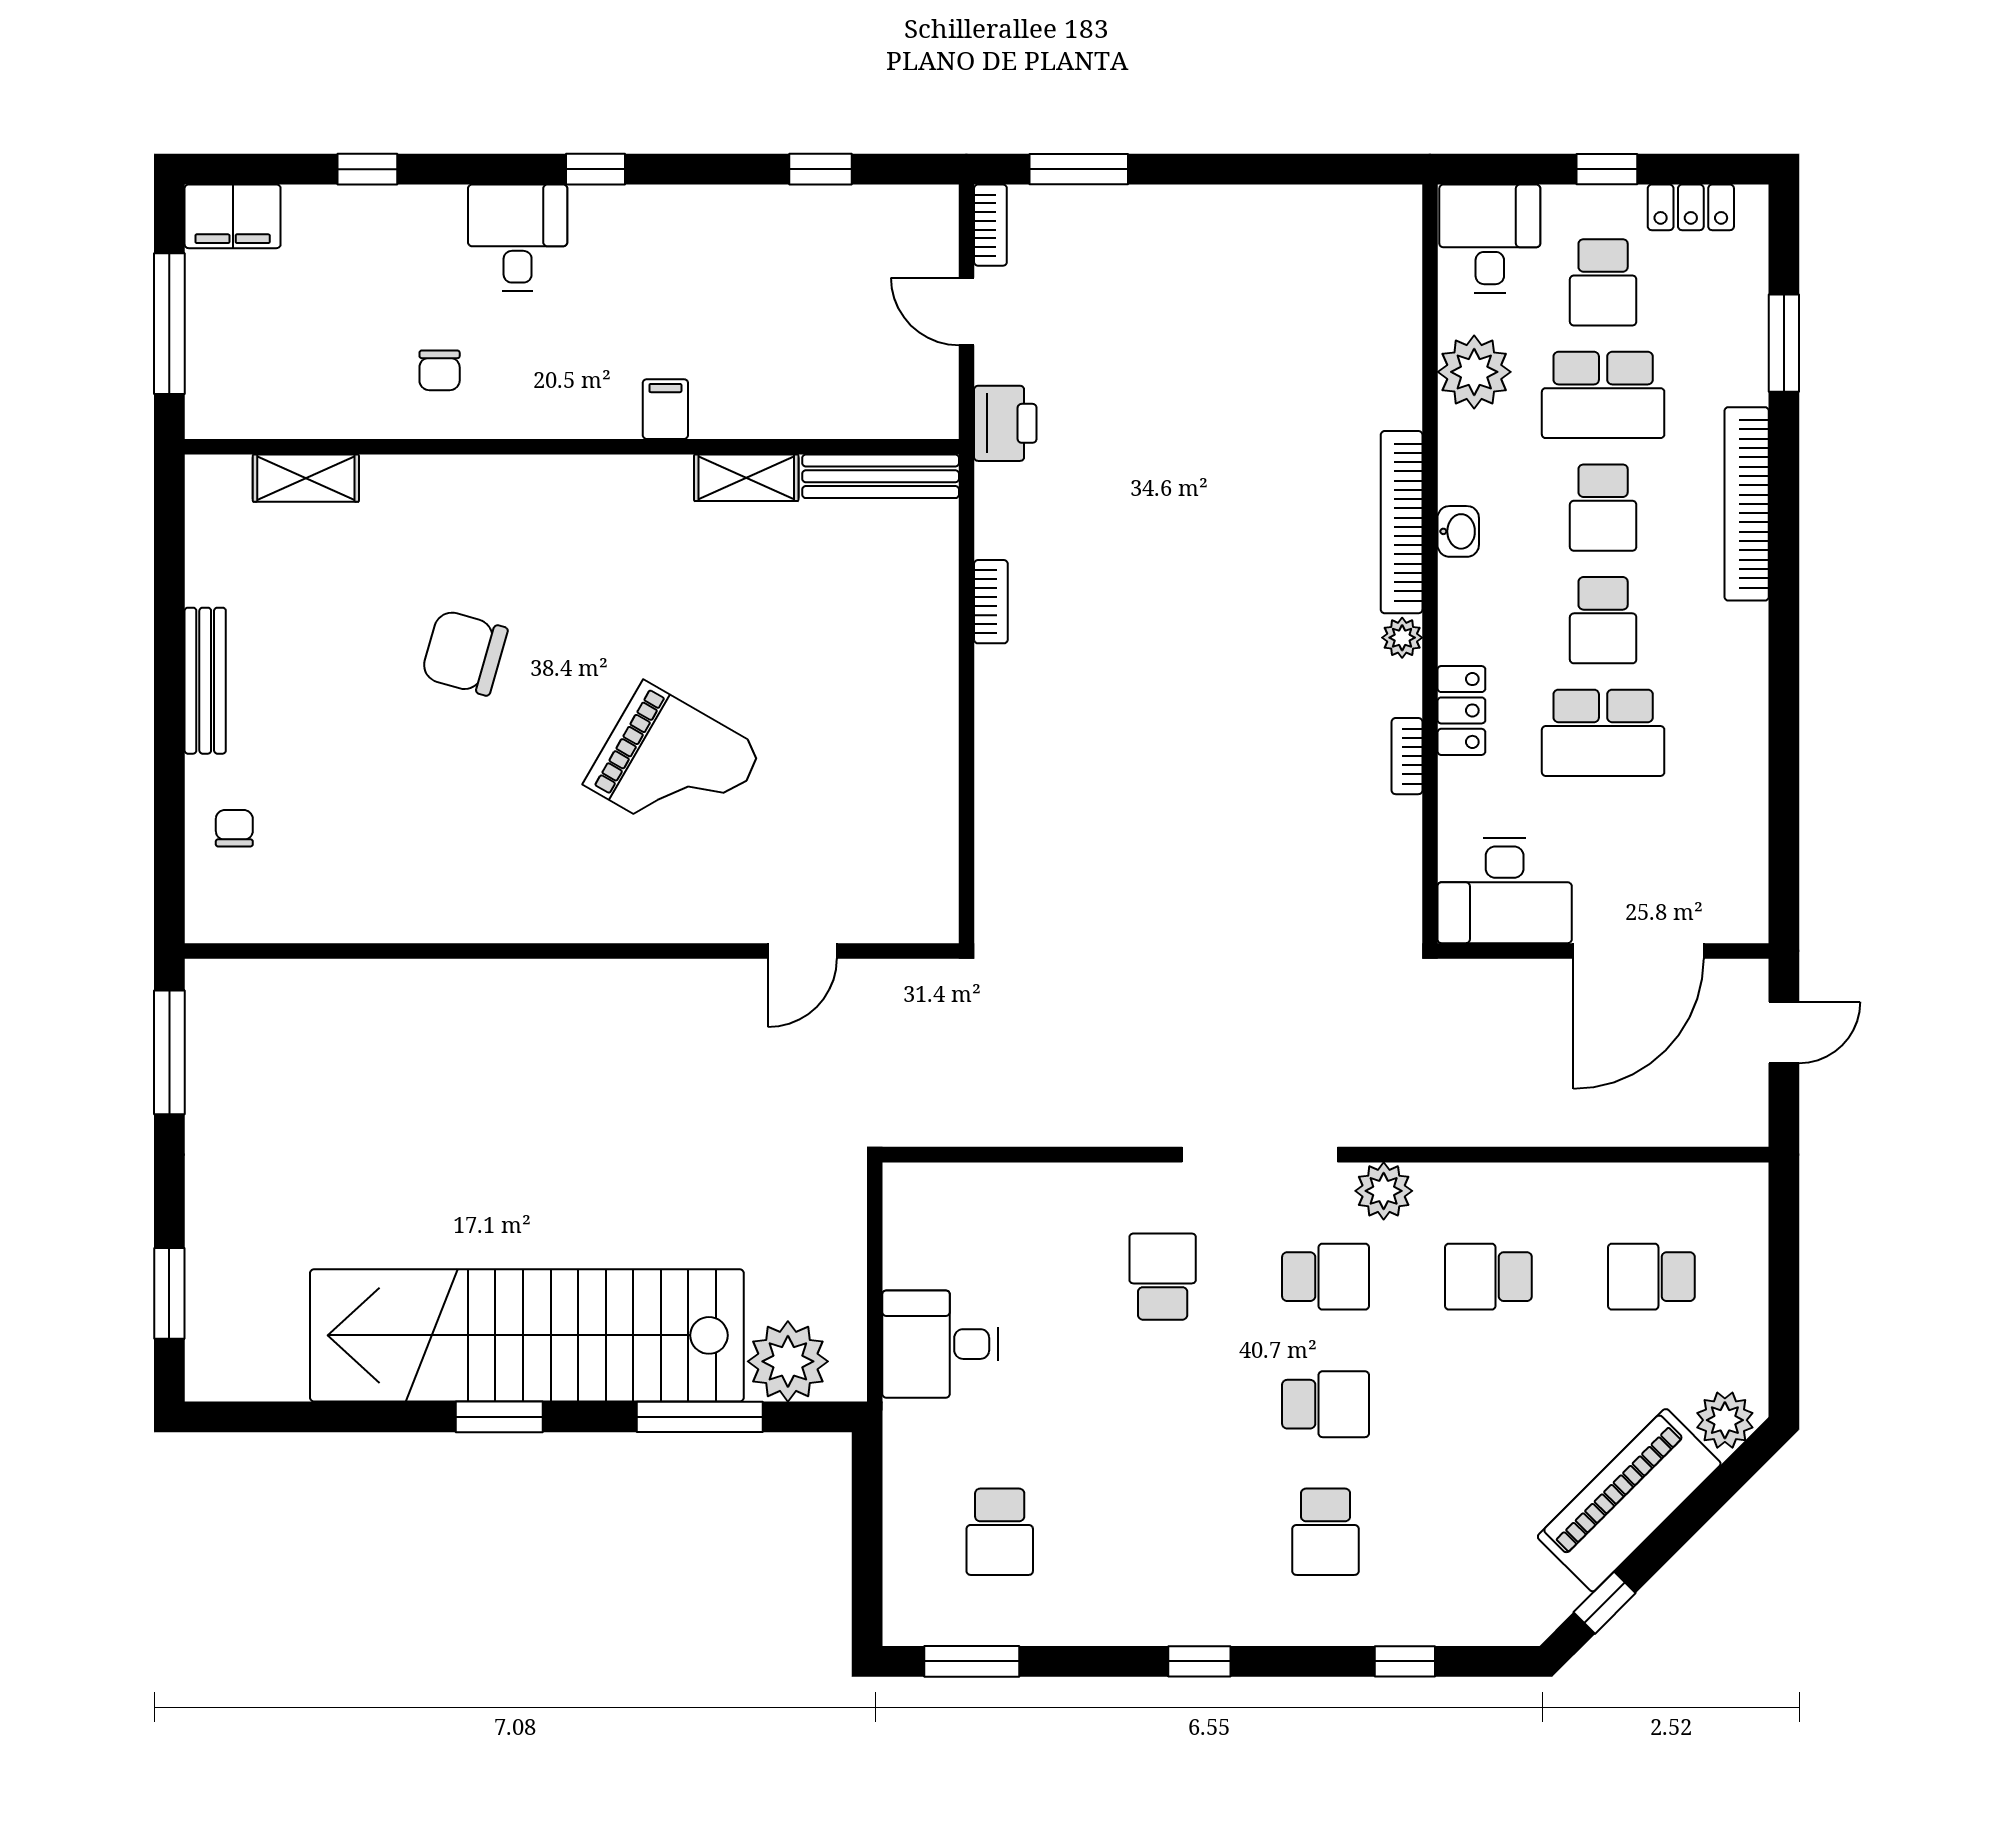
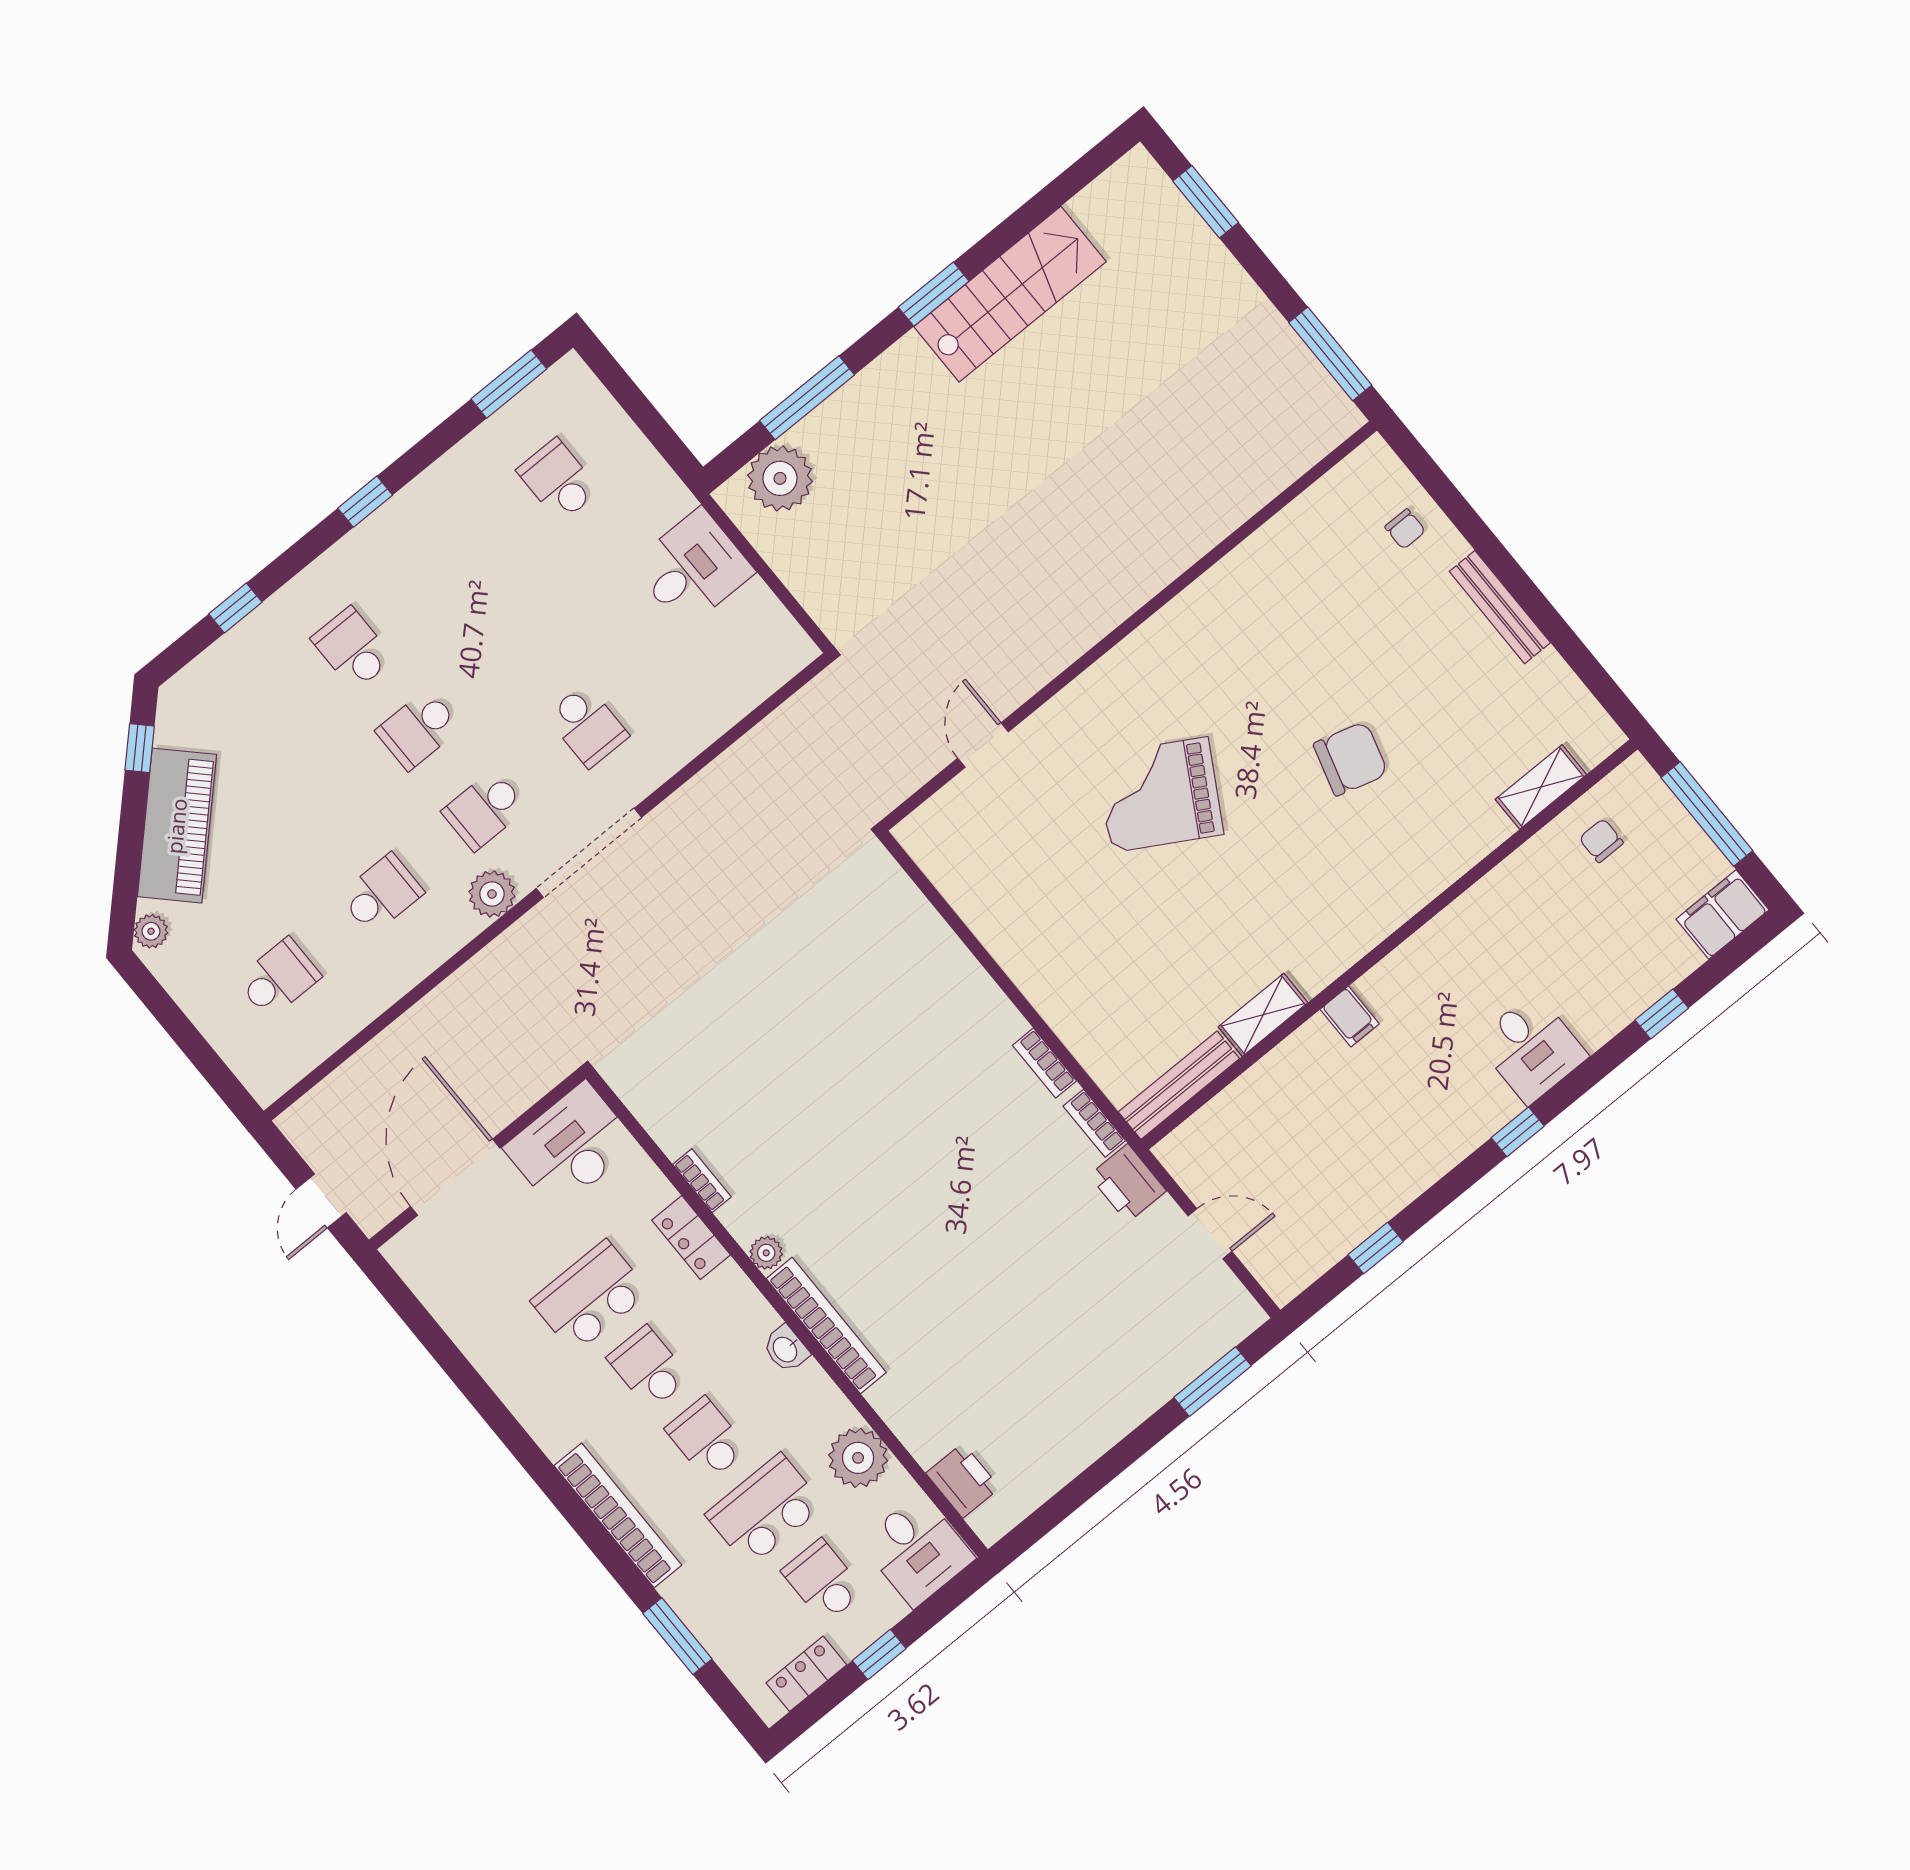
bookcase: (990, 225) -> (1094, 1123), moved
printer: (1392, 269) -> (963, 1481), added
chair: (440, 370) -> (1601, 841), moved
stairs: (527, 1335) -> (1010, 294), width x0.54, depth x0.66
plant: (1725, 1420) -> (151, 931), width x0.73, depth x0.73

